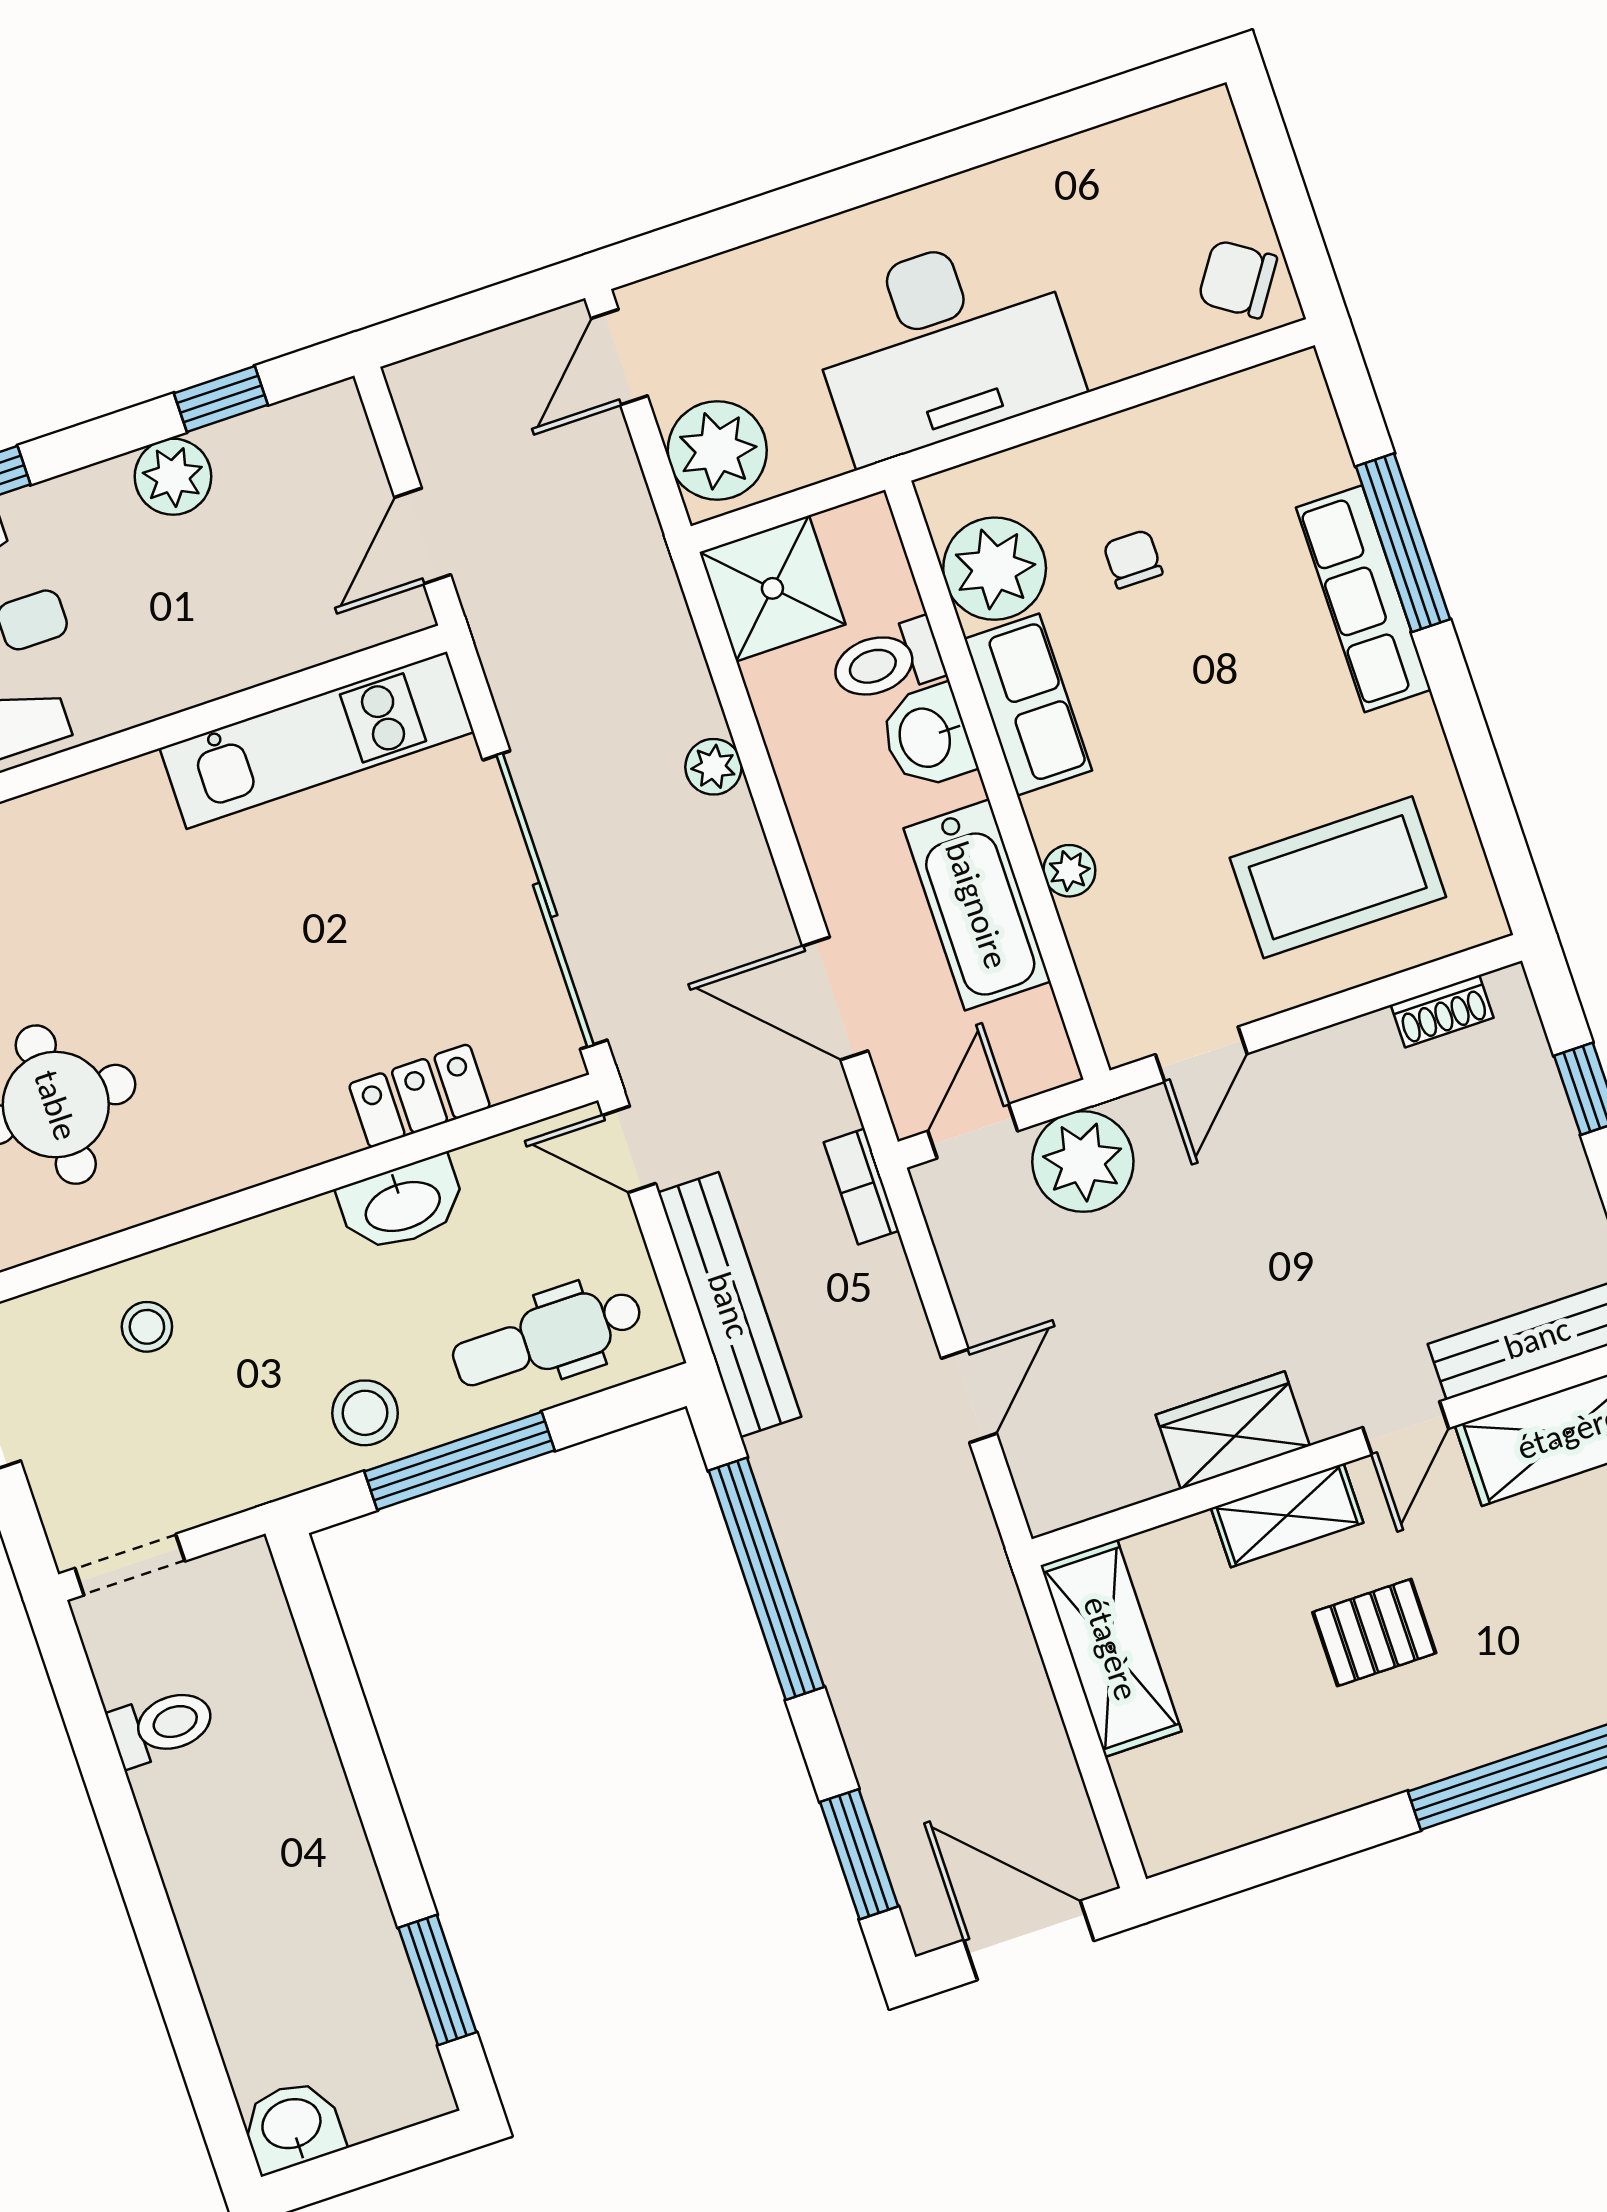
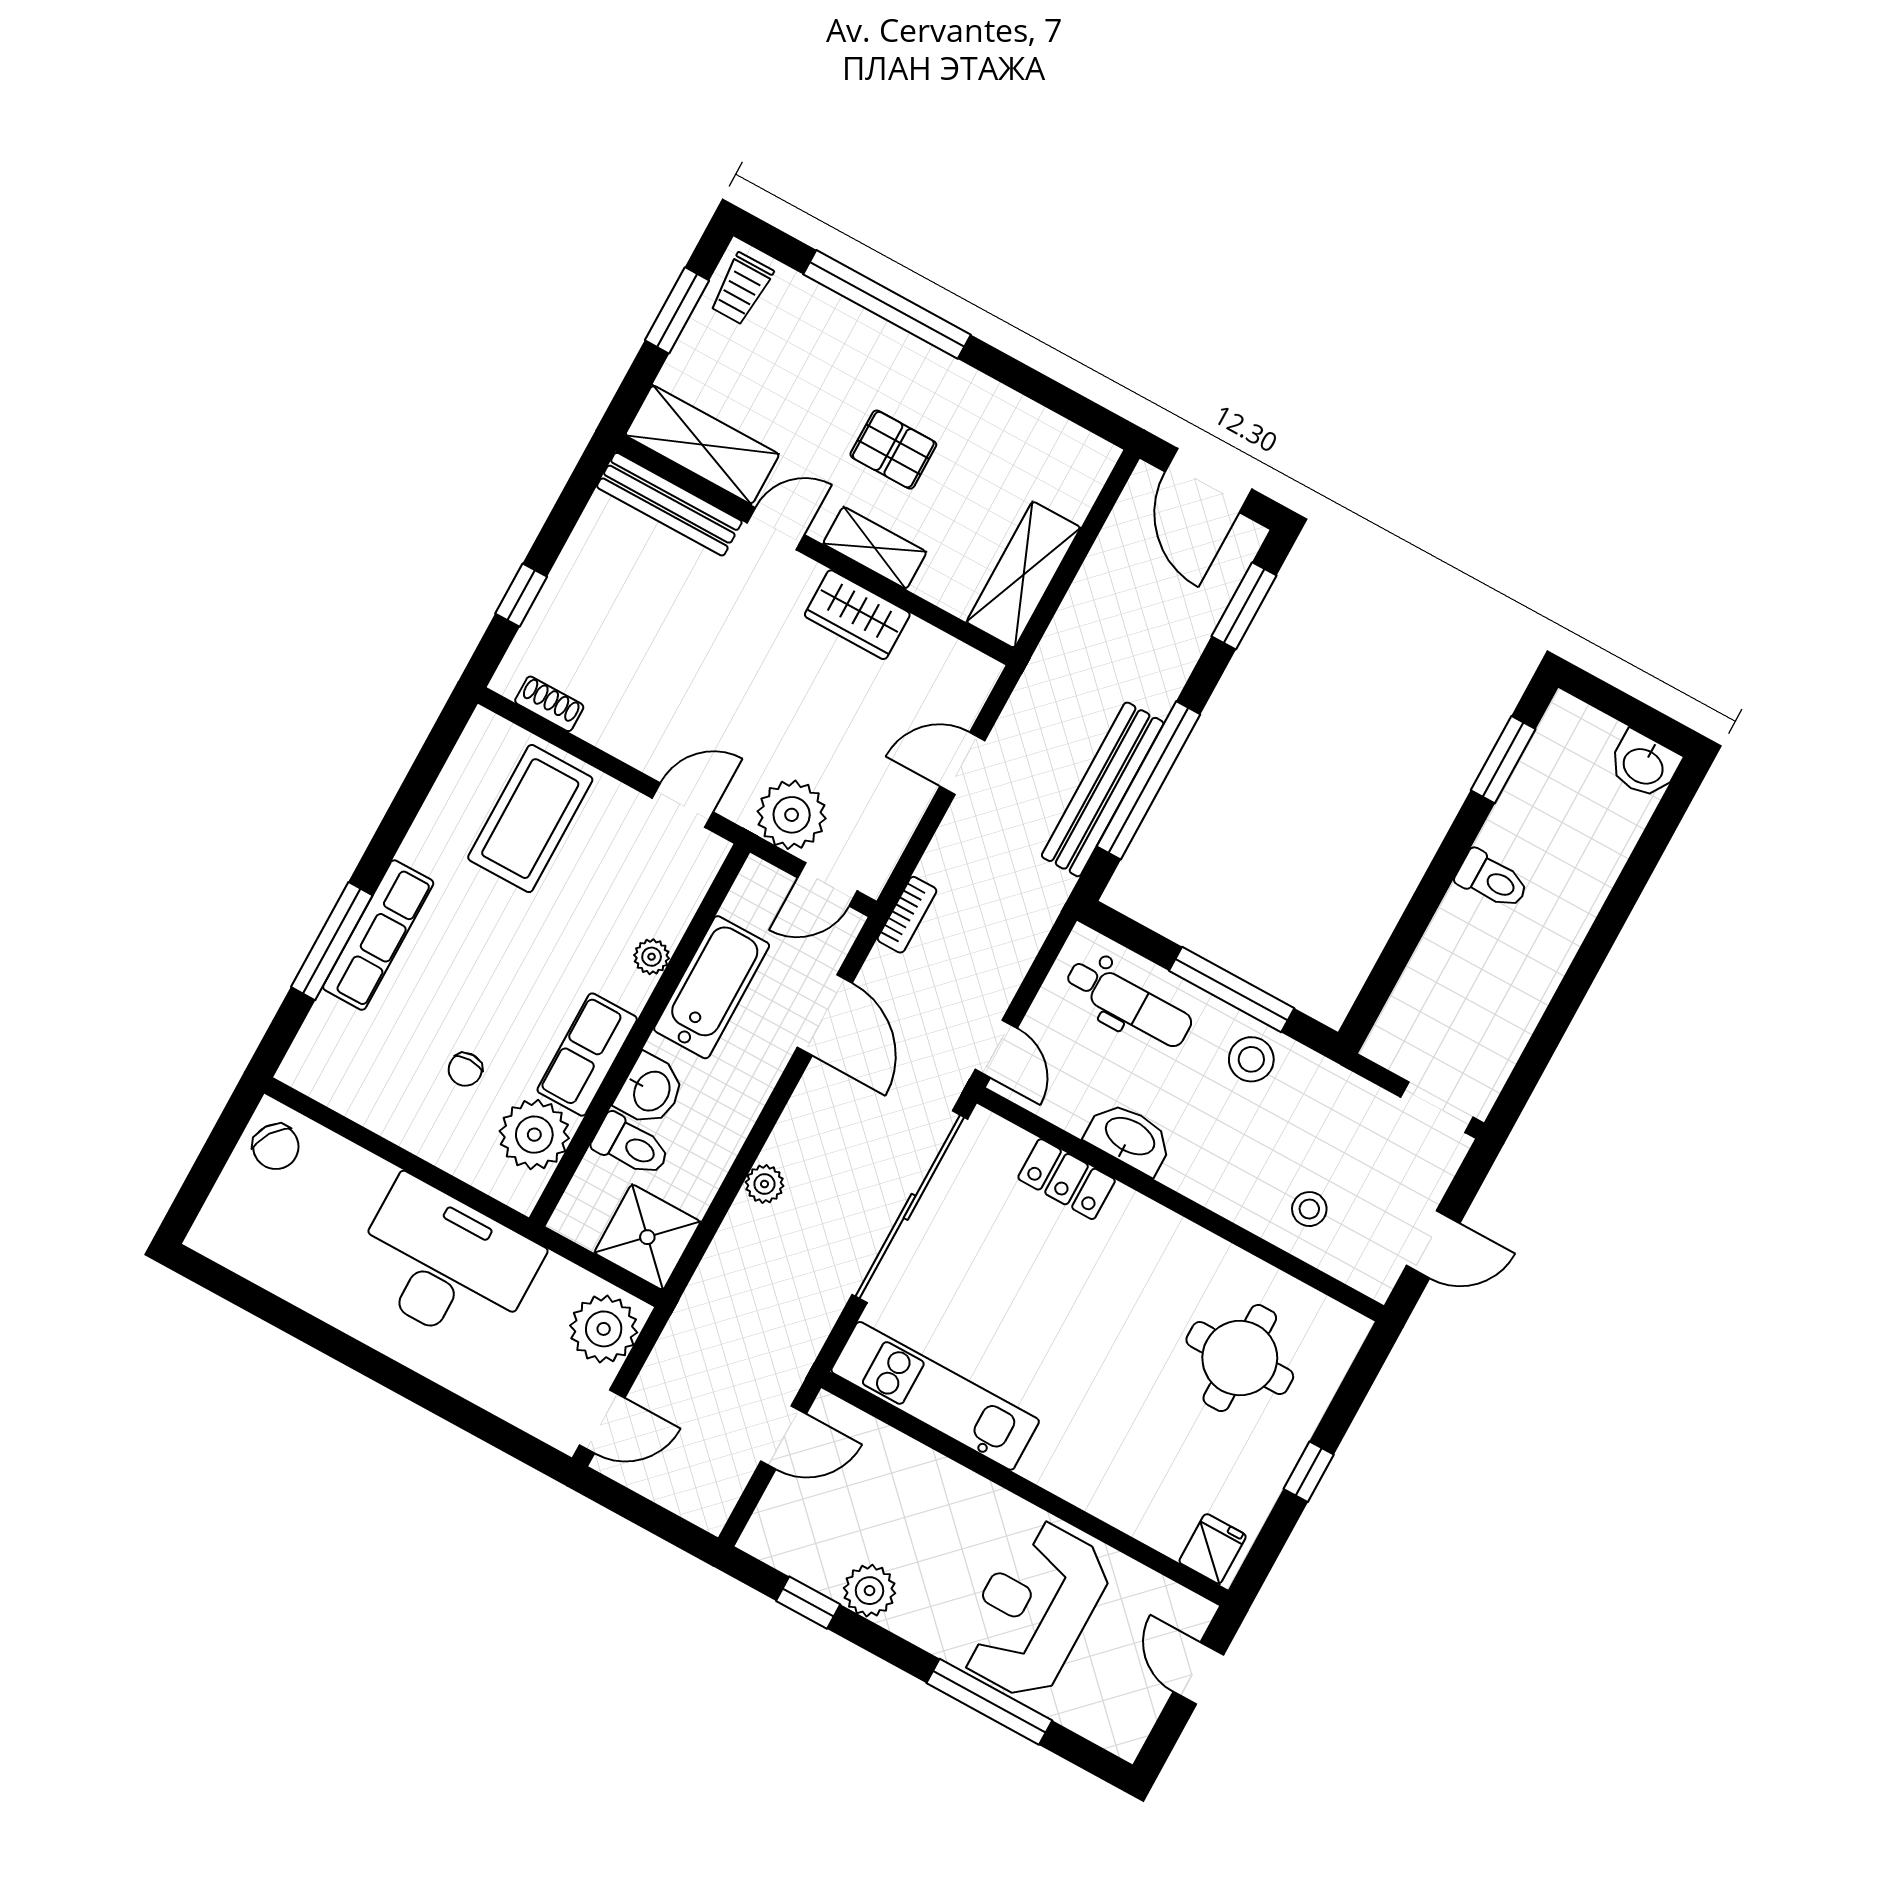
coffee table: (1338, 877) -> (530, 819), turned 90
bench: (729, 1305) -> (1103, 789), moved
toilet: (162, 1726) -> (1492, 880), moved, turned 180

